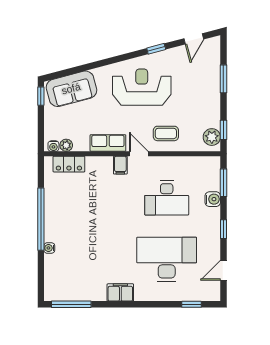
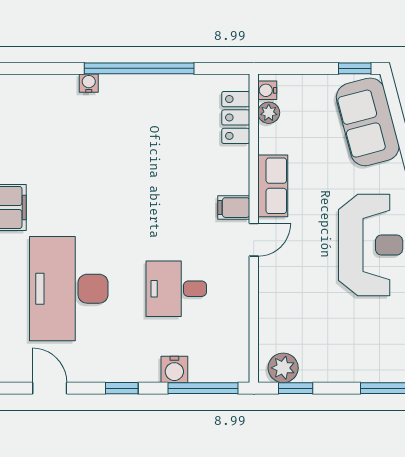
coffee table: (166, 133) -> (289, 287), removed
window: (223, 183) -> (203, 388), width x1.44
desk: (167, 198) -> (176, 289), width x0.73
desk: (167, 259) -> (69, 289), turned 180

